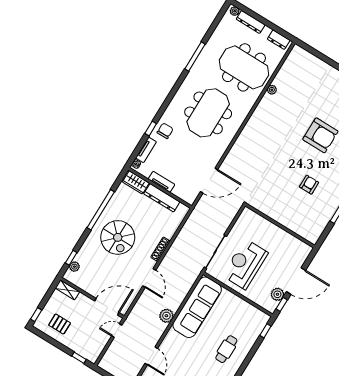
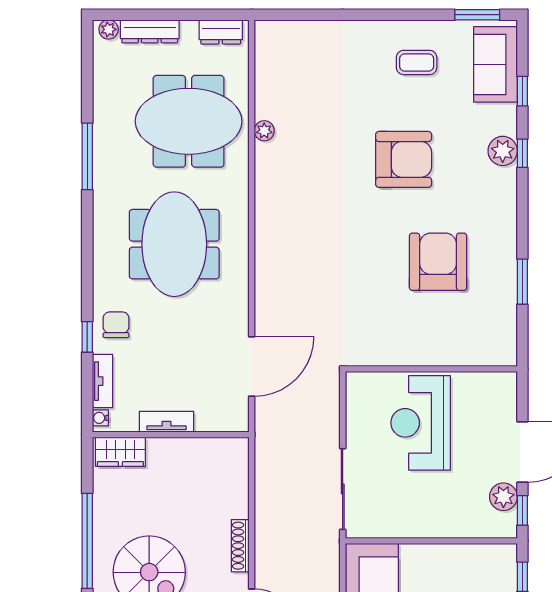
armchair: (309, 185) -> (438, 262), width x1.88, depth x1.88
dresser: (162, 198) -> (185, 451), removed
reception desk: (245, 264) -> (421, 423), moved

